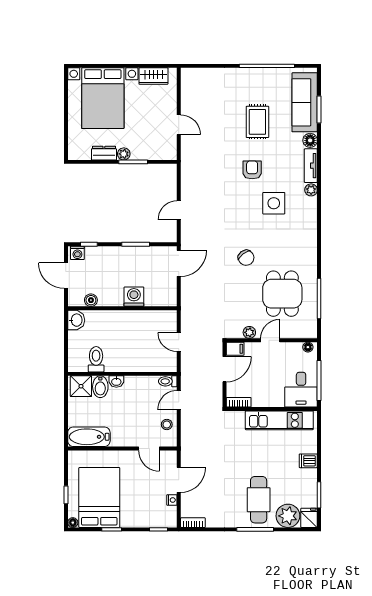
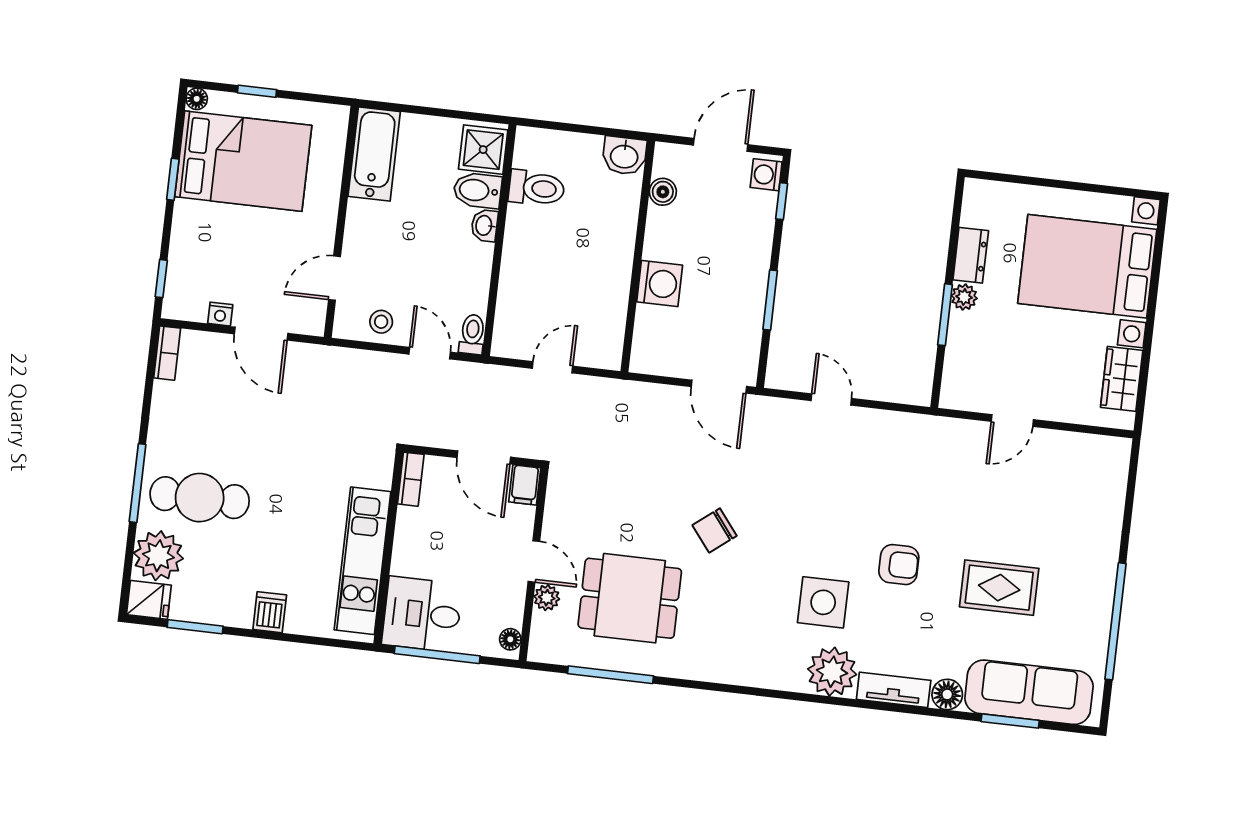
plant: (311, 190) -> (832, 672), width x1.88, depth x1.88
plant: (249, 332) -> (547, 598), moved

